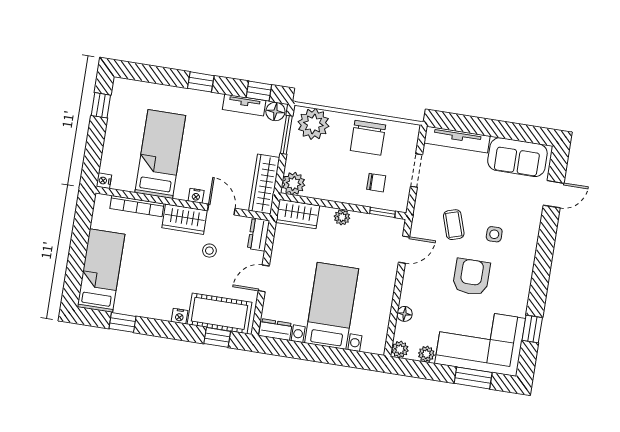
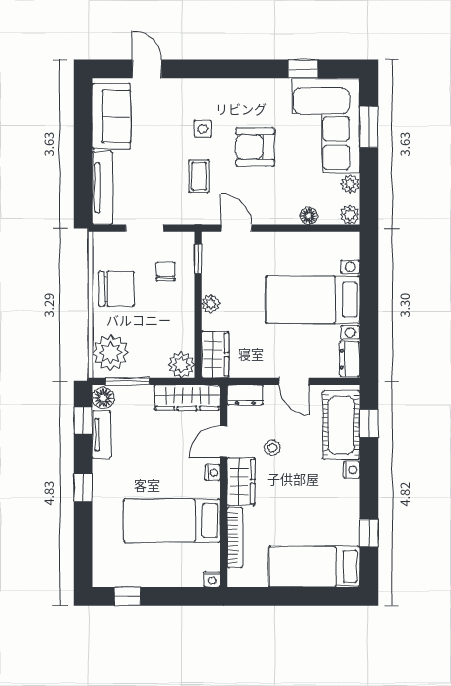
coffee table: (454, 225) -> (199, 176), turned -72

